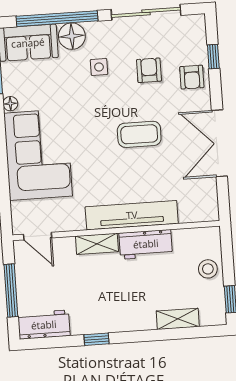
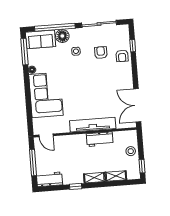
coffee table: (139, 134) -> (96, 84), removed
double door: (219, 143) -> (137, 105), moved
shelving: (97, 244) -> (94, 178), moved

